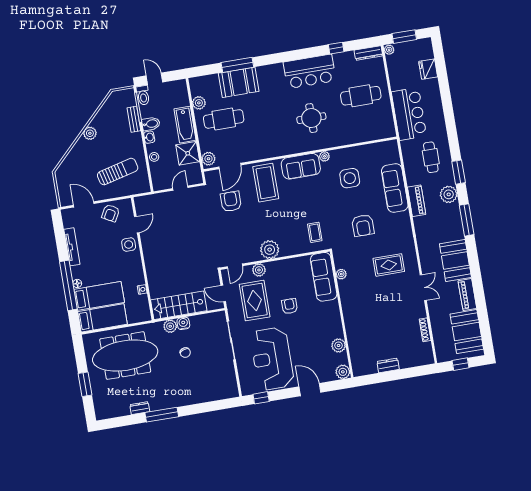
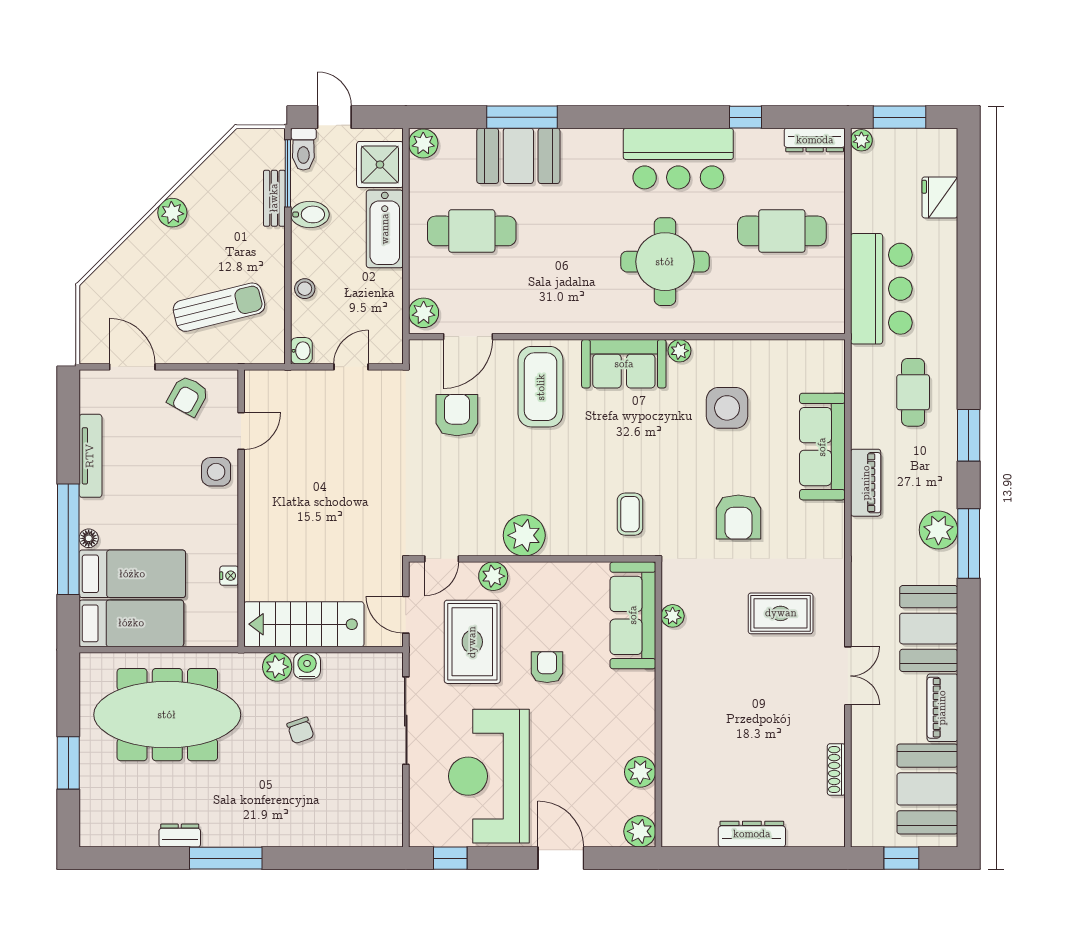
plant: (199, 103) -> (423, 143), moved
round table: (311, 118) -> (665, 262), width x1.36, depth x1.36
washbasin: (149, 137) -> (301, 351), moved
shower: (188, 153) -> (380, 165), moved
plant: (449, 194) -> (938, 530), moved
dresser: (388, 365) -> (752, 834), width x1.44

